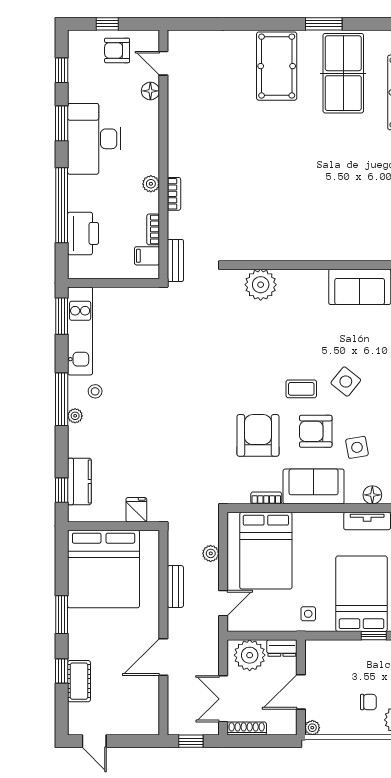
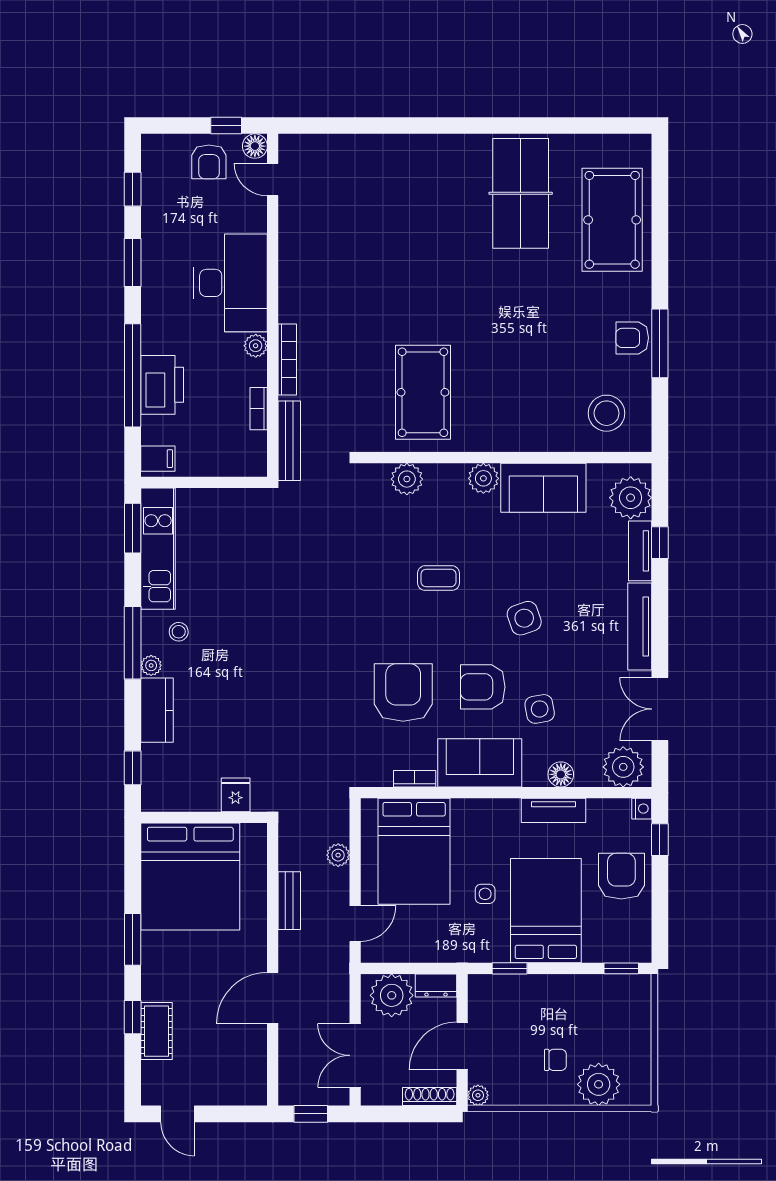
window: (107, 24) -> (226, 125), moved
window: (324, 24) -> (494, 125), removed
armchair: (117, 50) -> (209, 162), turned -90
pool table: (277, 66) -> (423, 392), moved
floor lamp: (150, 91) -> (255, 146), moved
desk: (94, 139) -> (231, 283), moved, turned 180
bookcase: (174, 194) -> (287, 360), width x1.56
printer: (83, 233) -> (162, 385), moved
filing cabinet: (147, 256) -> (158, 459), moved, turned 180
bench: (175, 260) -> (289, 441), width x1.36
plant: (316, 280) -> (483, 478), added
plant: (261, 285) -> (407, 479), width x0.73, depth x0.73
side table: (346, 382) -> (524, 618), turned 32
coffee table: (301, 389) -> (438, 578), moved
kitchen counter: (79, 481) -> (157, 710), moved
side table: (308, 614) -> (485, 894), moved
window: (374, 636) -> (510, 968), moved
shoe rack: (247, 729) -> (430, 1096), moved

